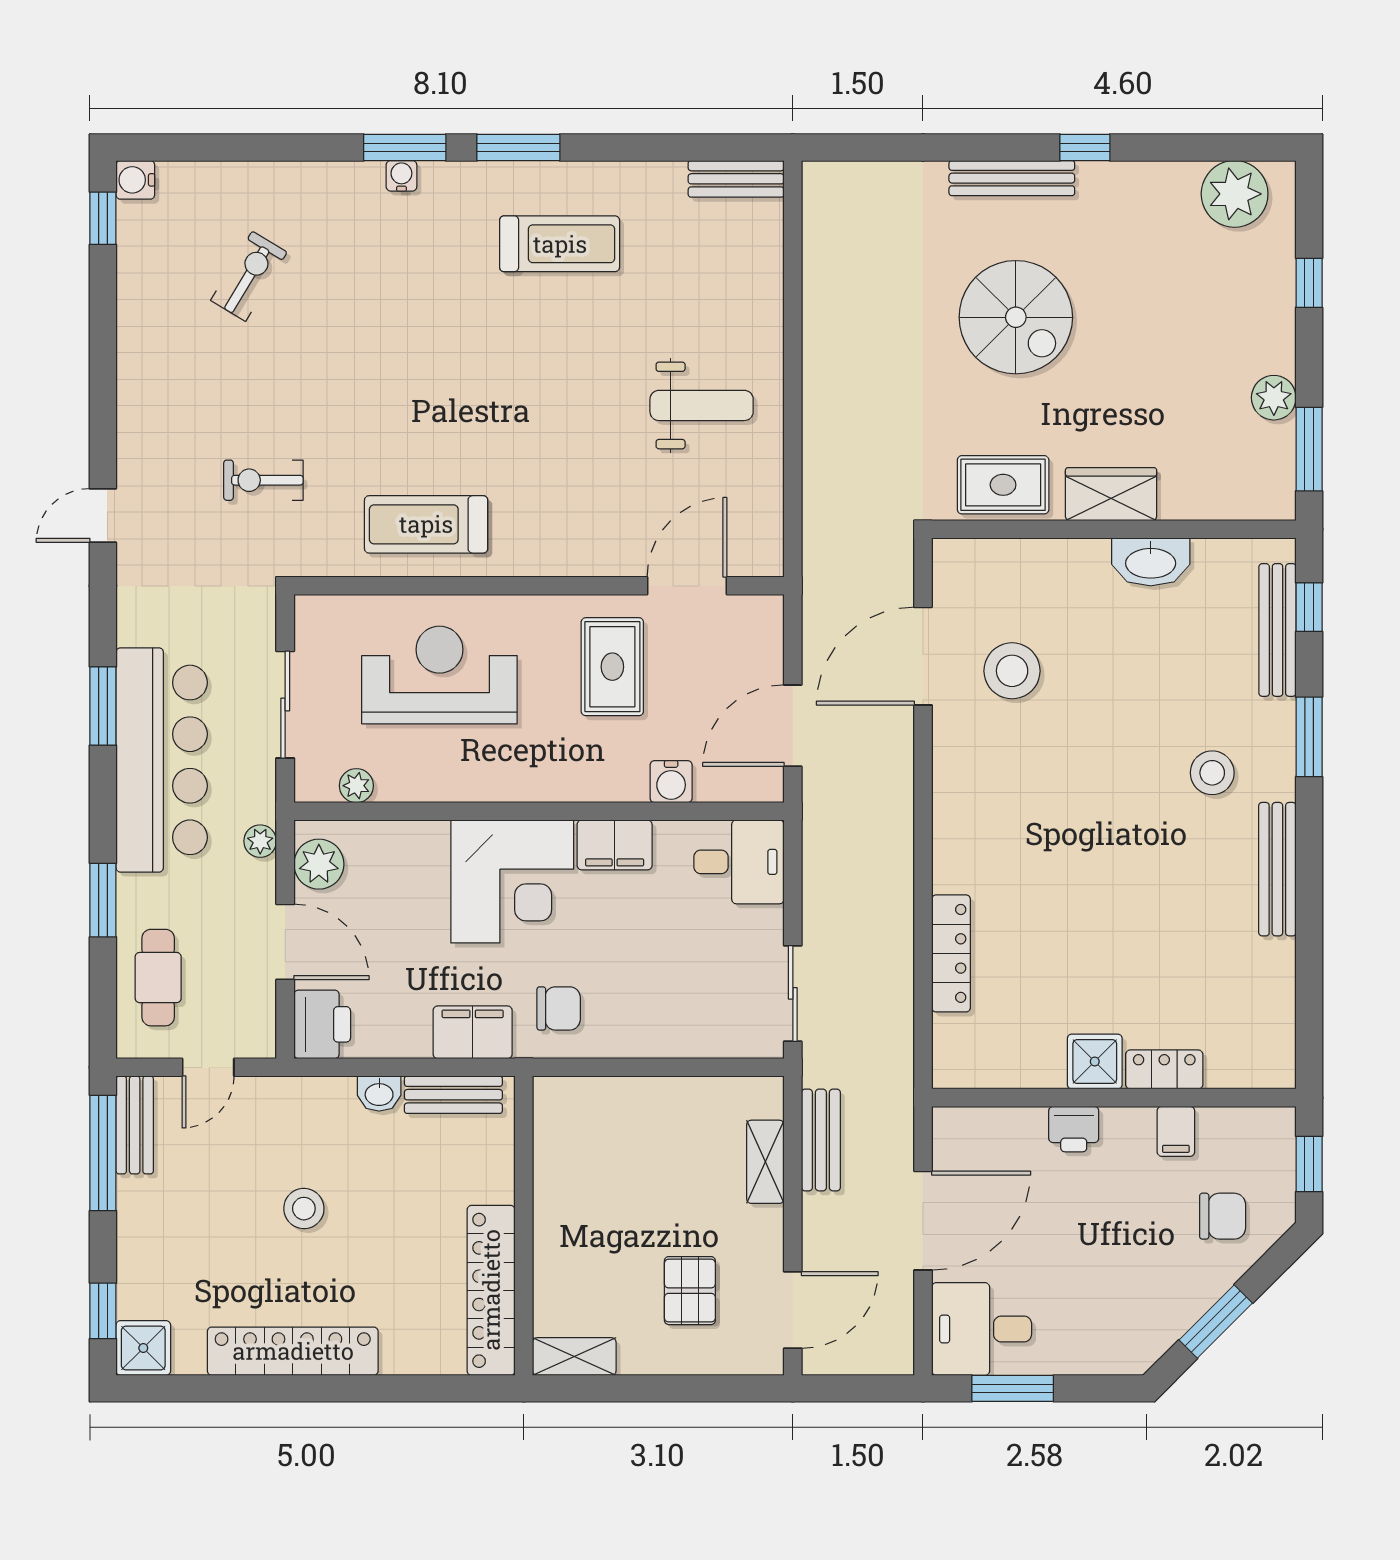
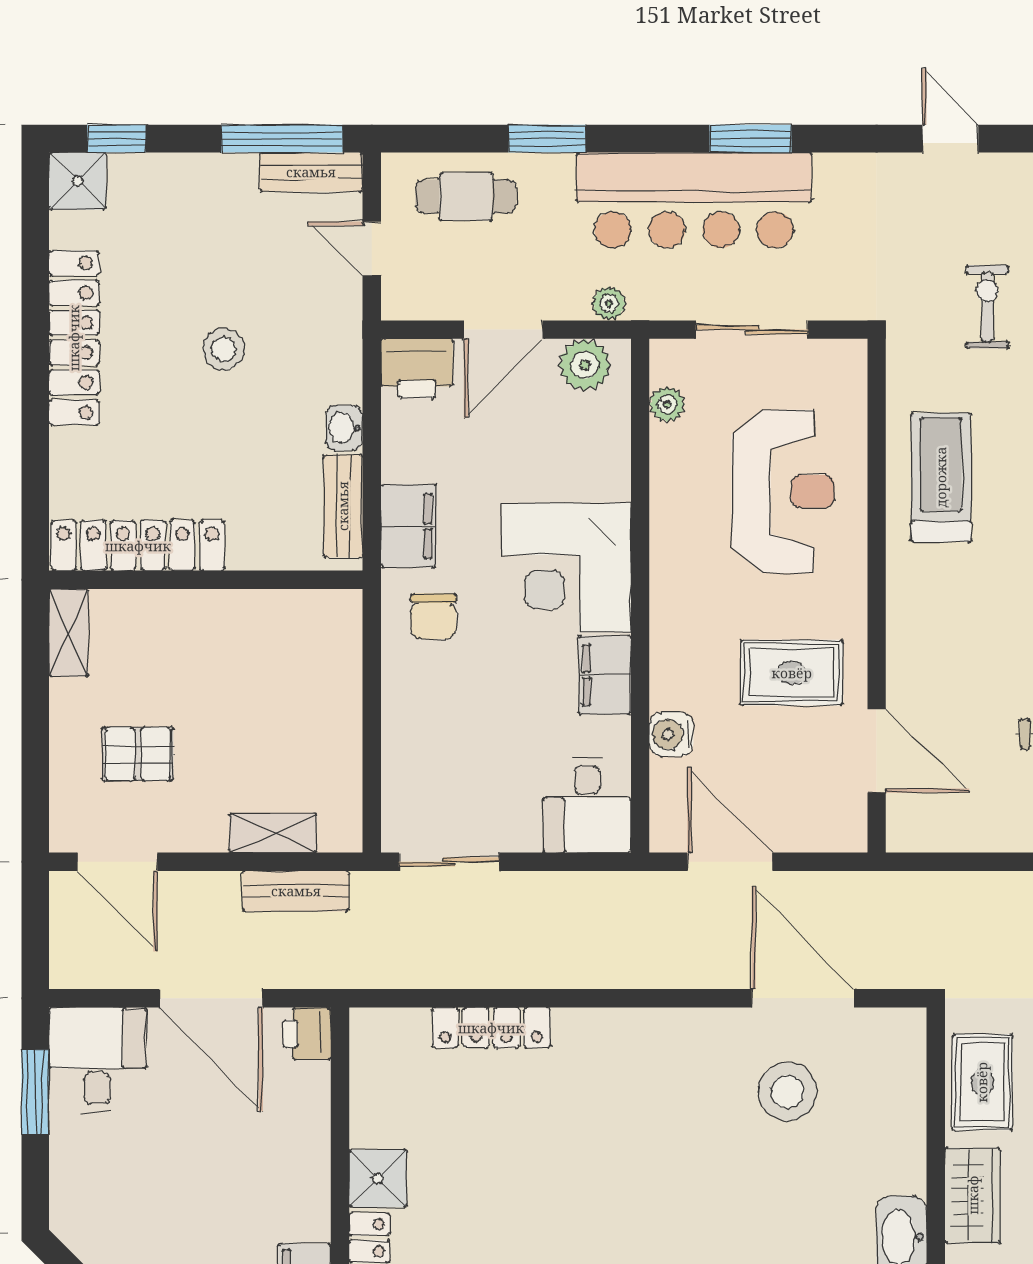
printer: (1074, 1129) -> (307, 1034), moved

